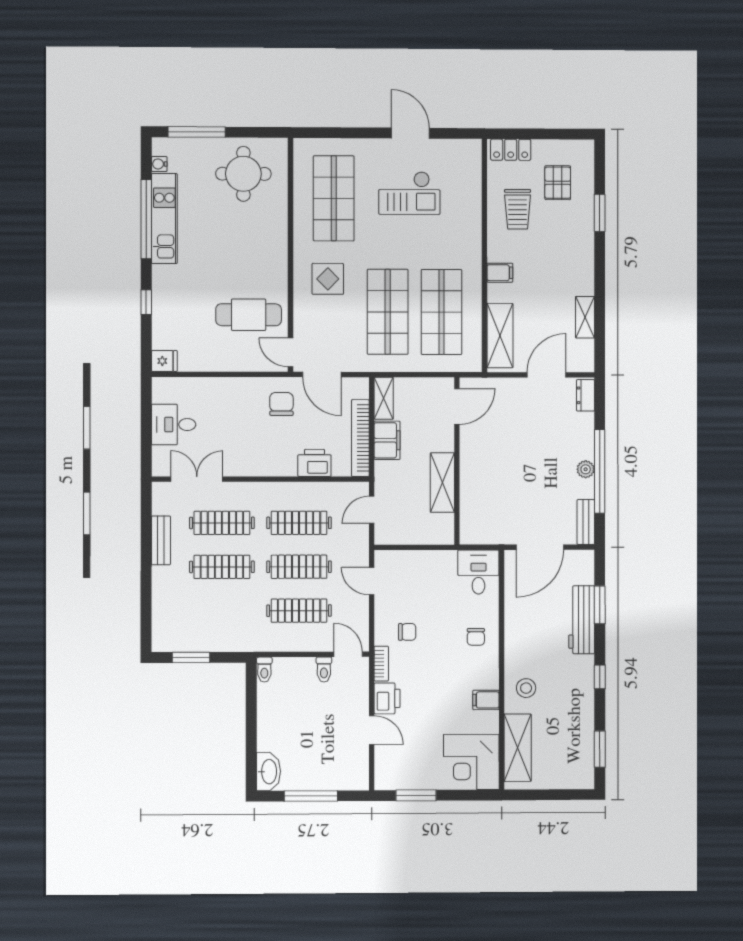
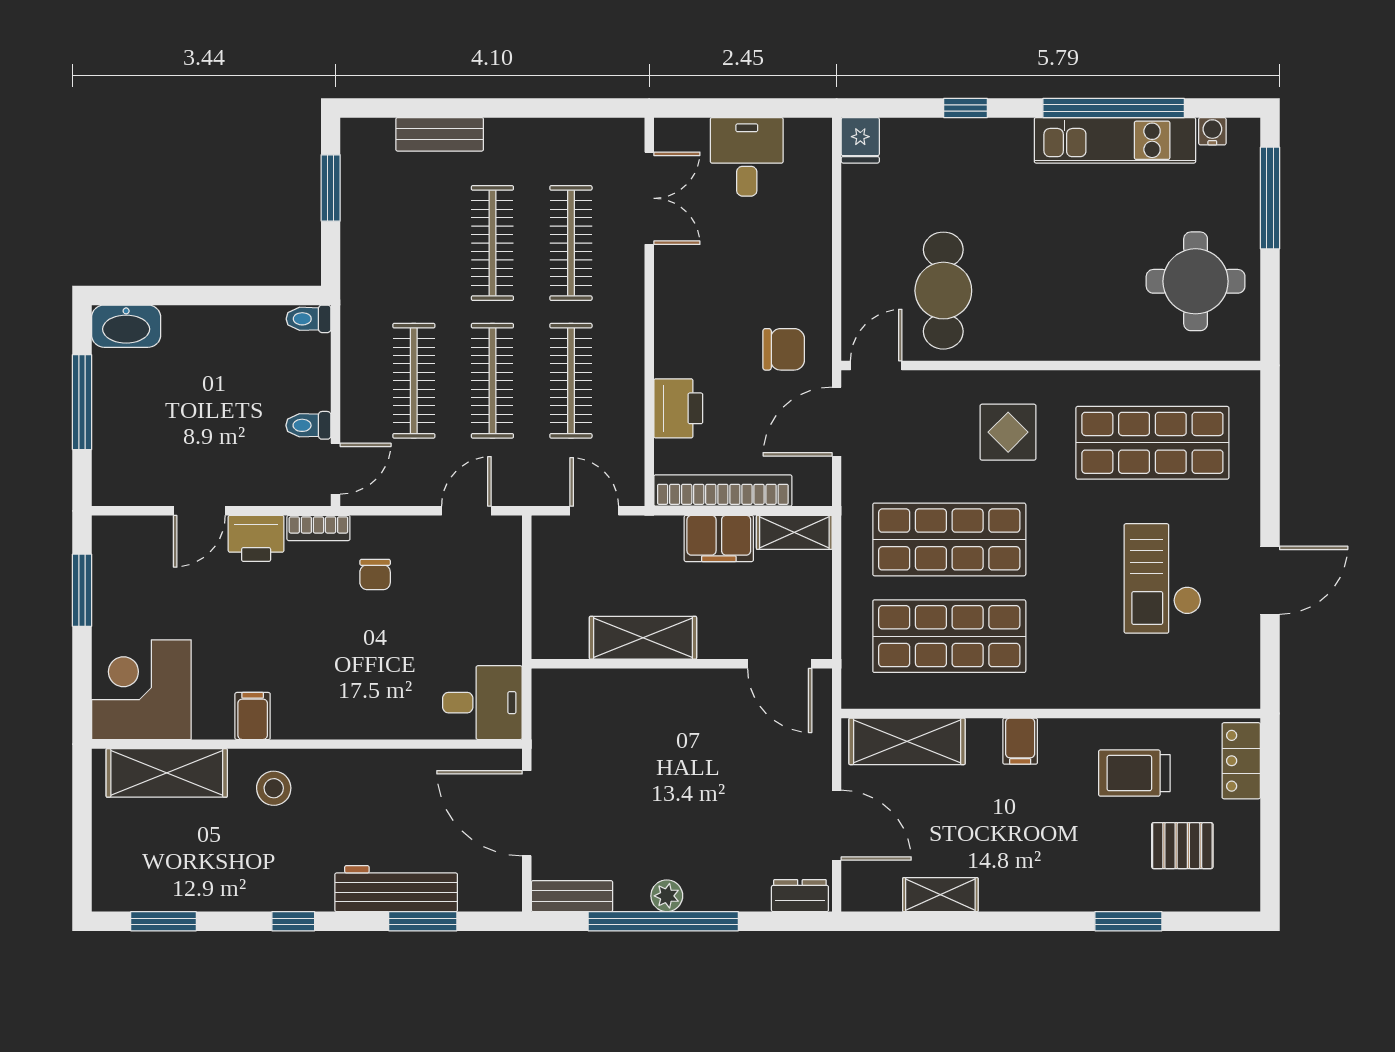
bench: (161, 540) -> (440, 134), moved
chair: (476, 637) -> (366, 698), removed

